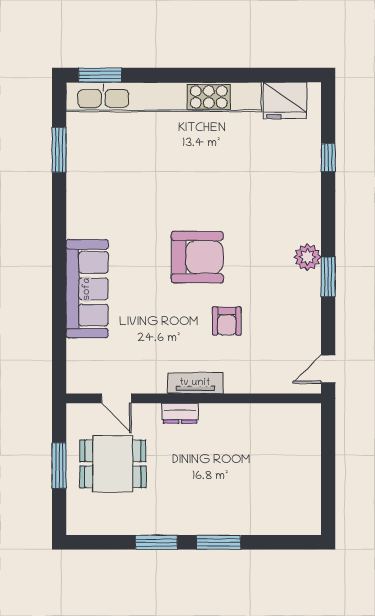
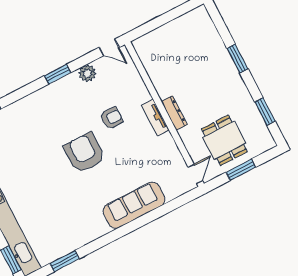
plant: (308, 257) -> (87, 73), moved
door: (116, 398) -> (195, 174), moved
dresser: (180, 413) -> (174, 113), width x1.44
window: (156, 542) -> (265, 112), moved

